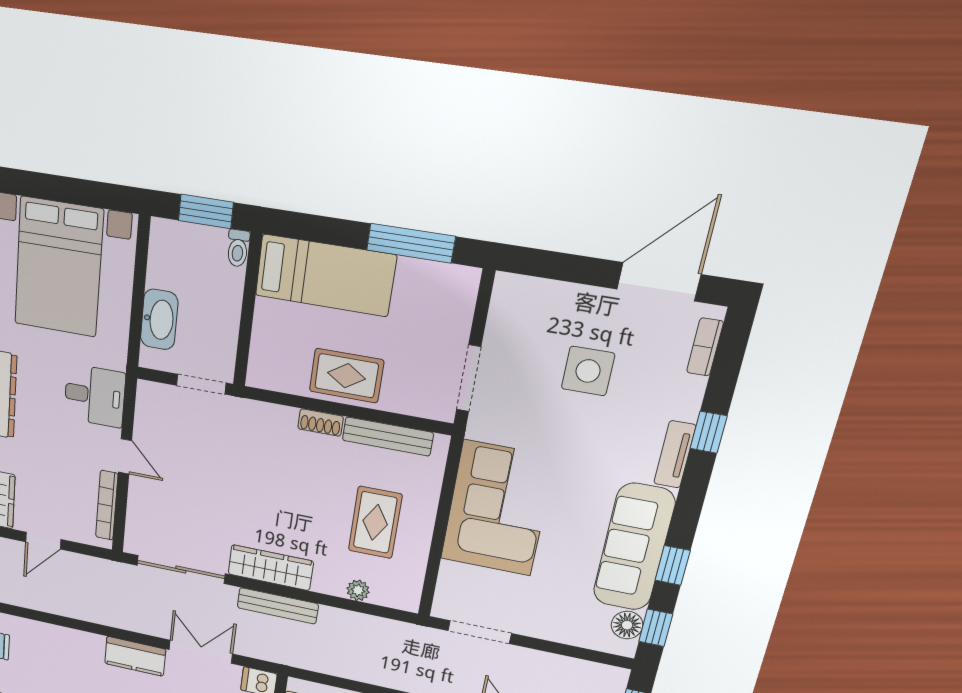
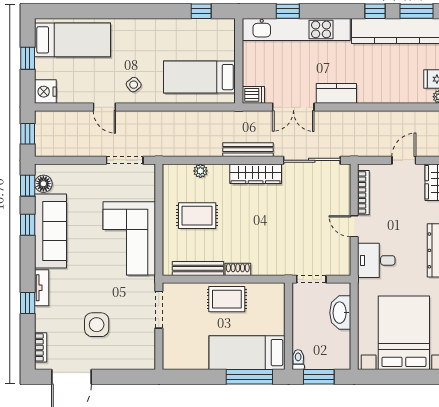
window: (411, 243) -> (249, 377), moved
rug: (375, 522) -> (197, 216), turned 90

